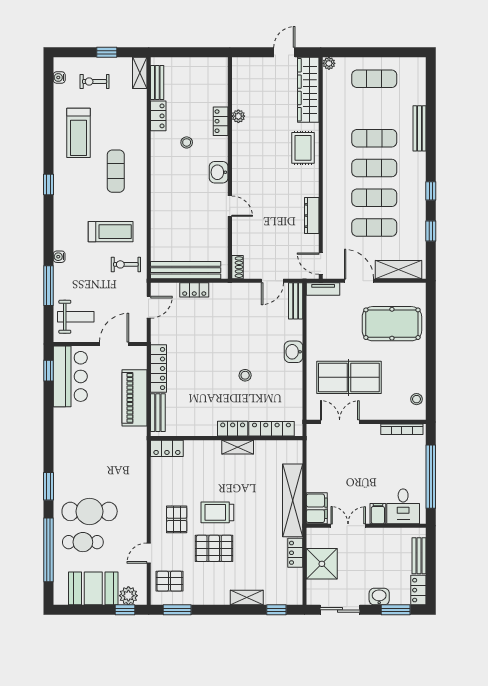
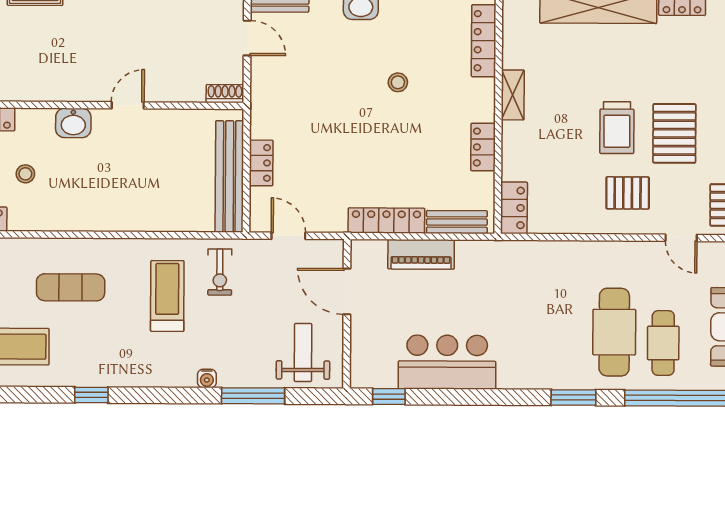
bar counter: (70, 376) -> (447, 362), moved
piano: (135, 398) -> (421, 254), width x0.73, depth x0.75
locker: (233, 429) -> (483, 147), moved

